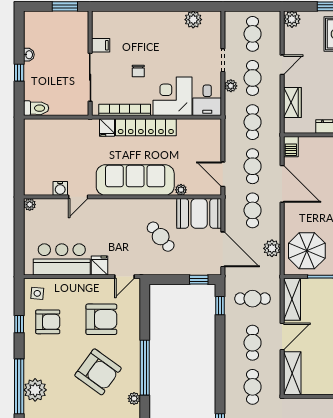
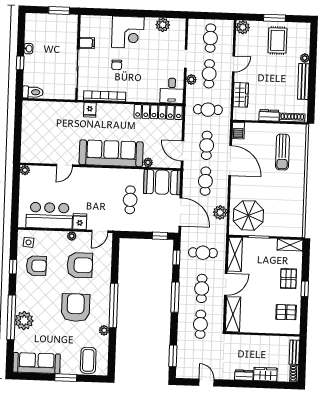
corner desk: (172, 96) -> (128, 32), moved, turned 180
cafe table: (253, 122) -> (208, 110), turned 90
locker: (146, 127) -> (158, 112), moved
water cooler: (60, 188) -> (50, 158), removed
cafe table: (161, 237) -> (130, 200), turned 40
plant: (90, 284) -> (72, 236), added
window: (220, 355) -> (175, 297), added
armchair: (98, 372) -> (76, 308), turned -126

